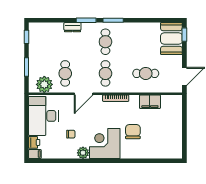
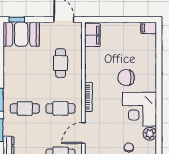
door: (84, 94) -> (83, 133), swing flipped
filing cabinet: (150, 102) -> (92, 35), moved
filing cabinet: (177, 152) -> (149, 28), added

